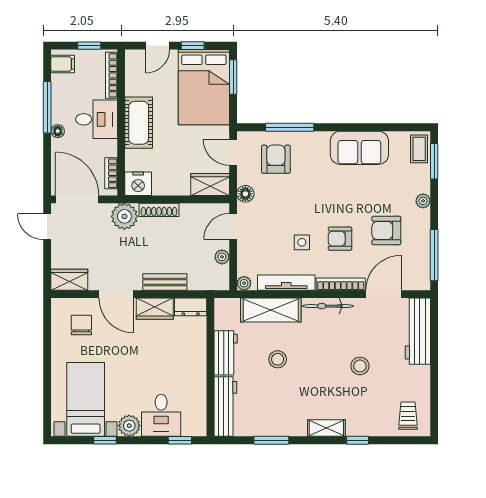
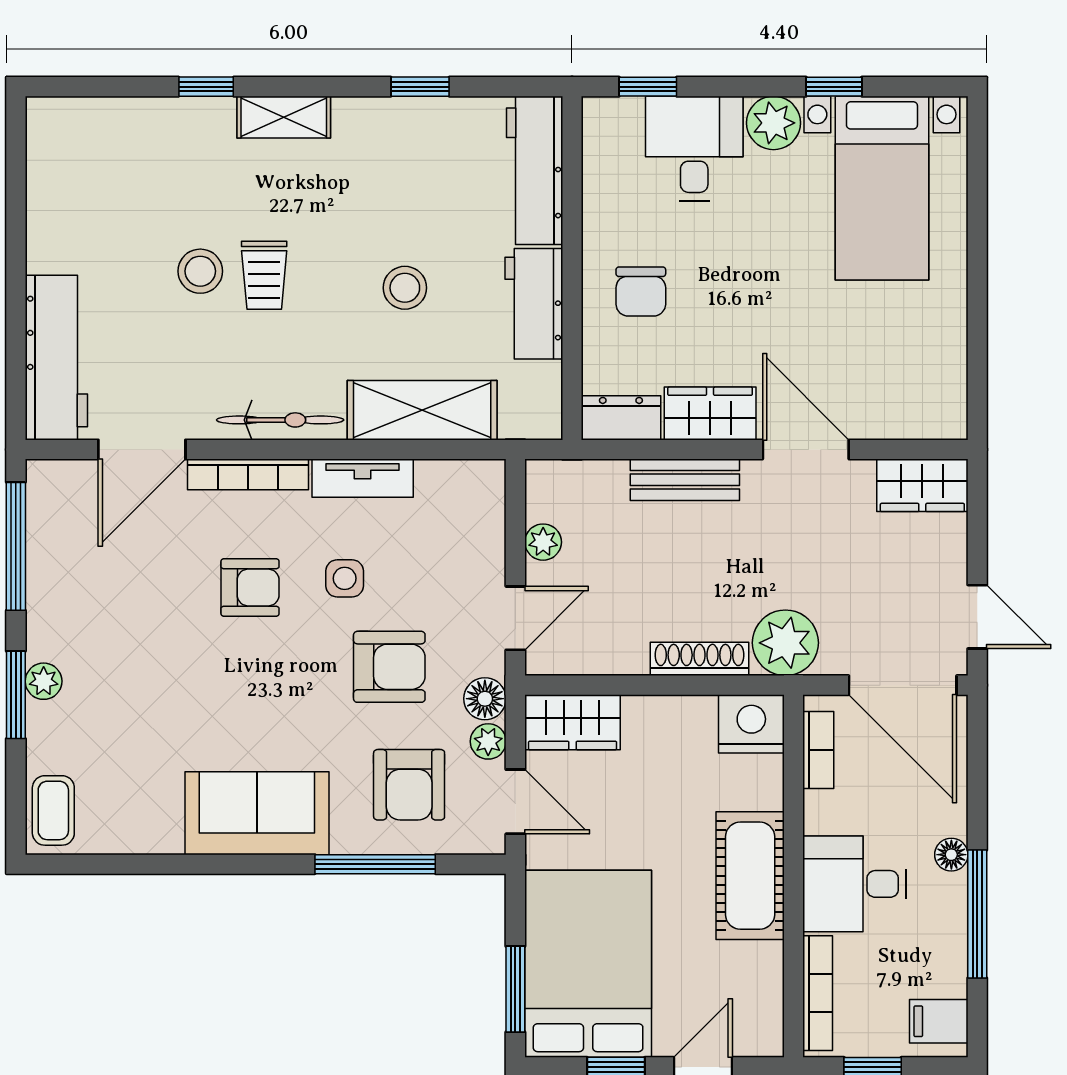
sofa: (359, 148) -> (257, 813), moved
window: (434, 161) -> (16, 695), moved
armchair: (386, 230) -> (389, 667), moved
plant: (244, 283) -> (488, 741), moved
tv unit: (286, 283) -> (363, 478), width x0.71
chair: (81, 325) -> (641, 291), moved
trolley: (408, 416) -> (264, 275), moved
window: (271, 440) -> (420, 87), width x0.67

